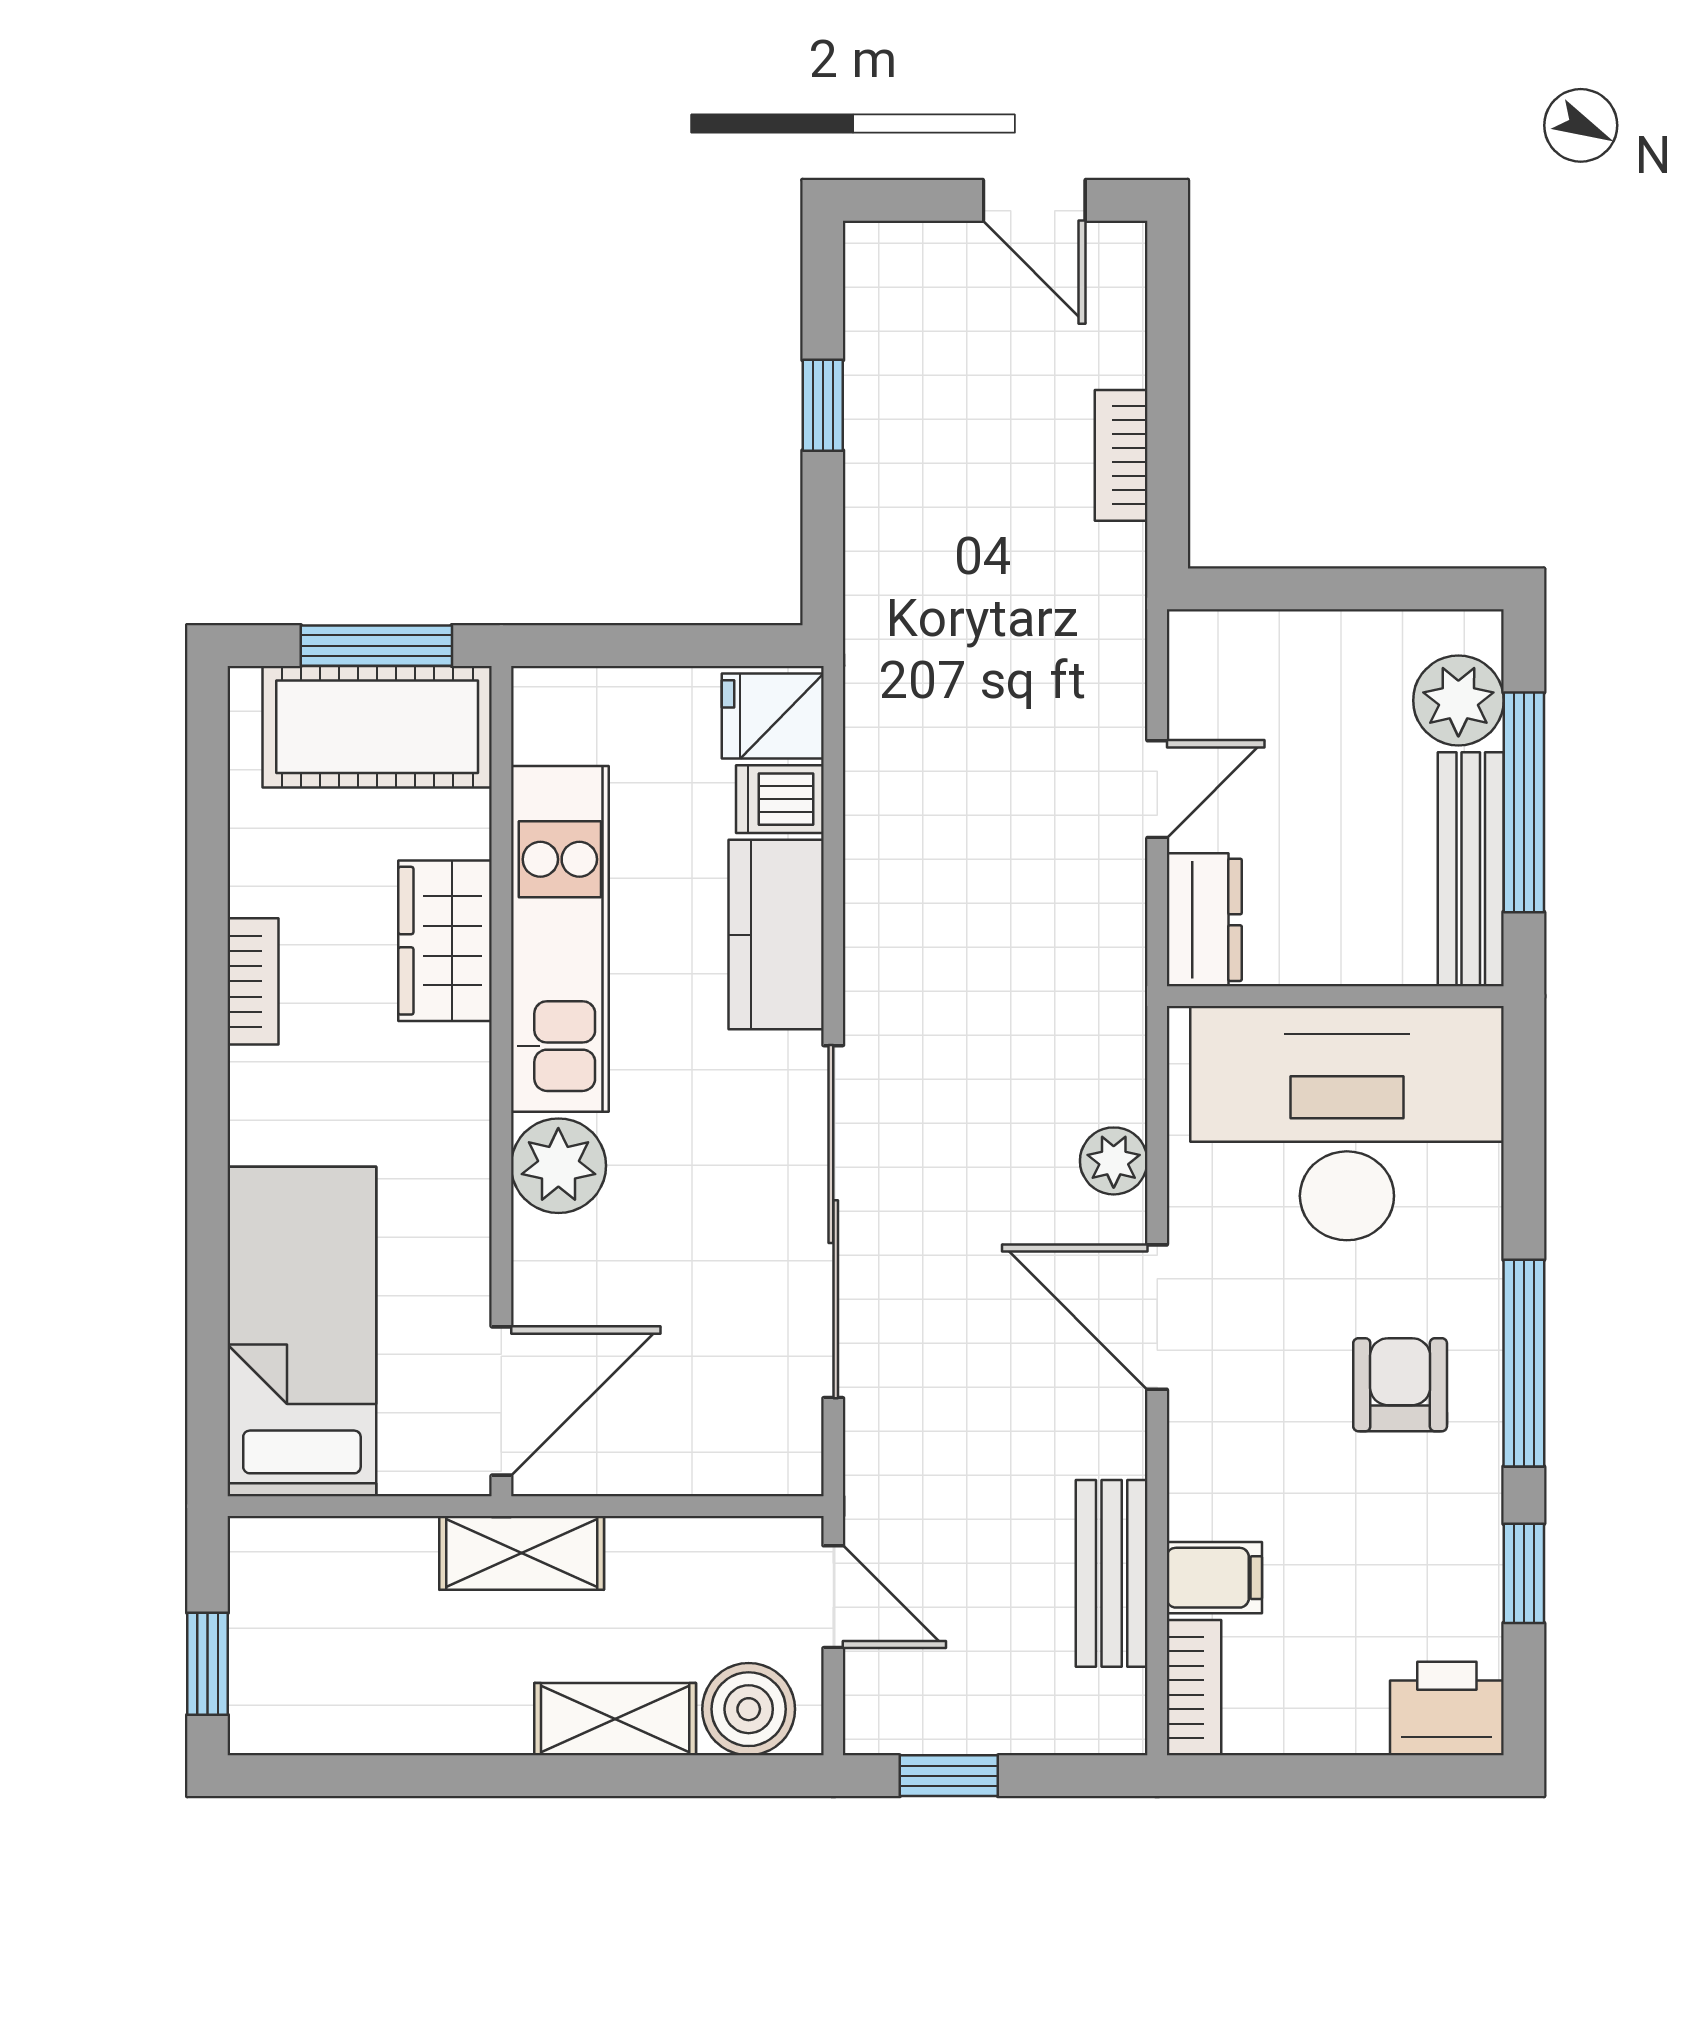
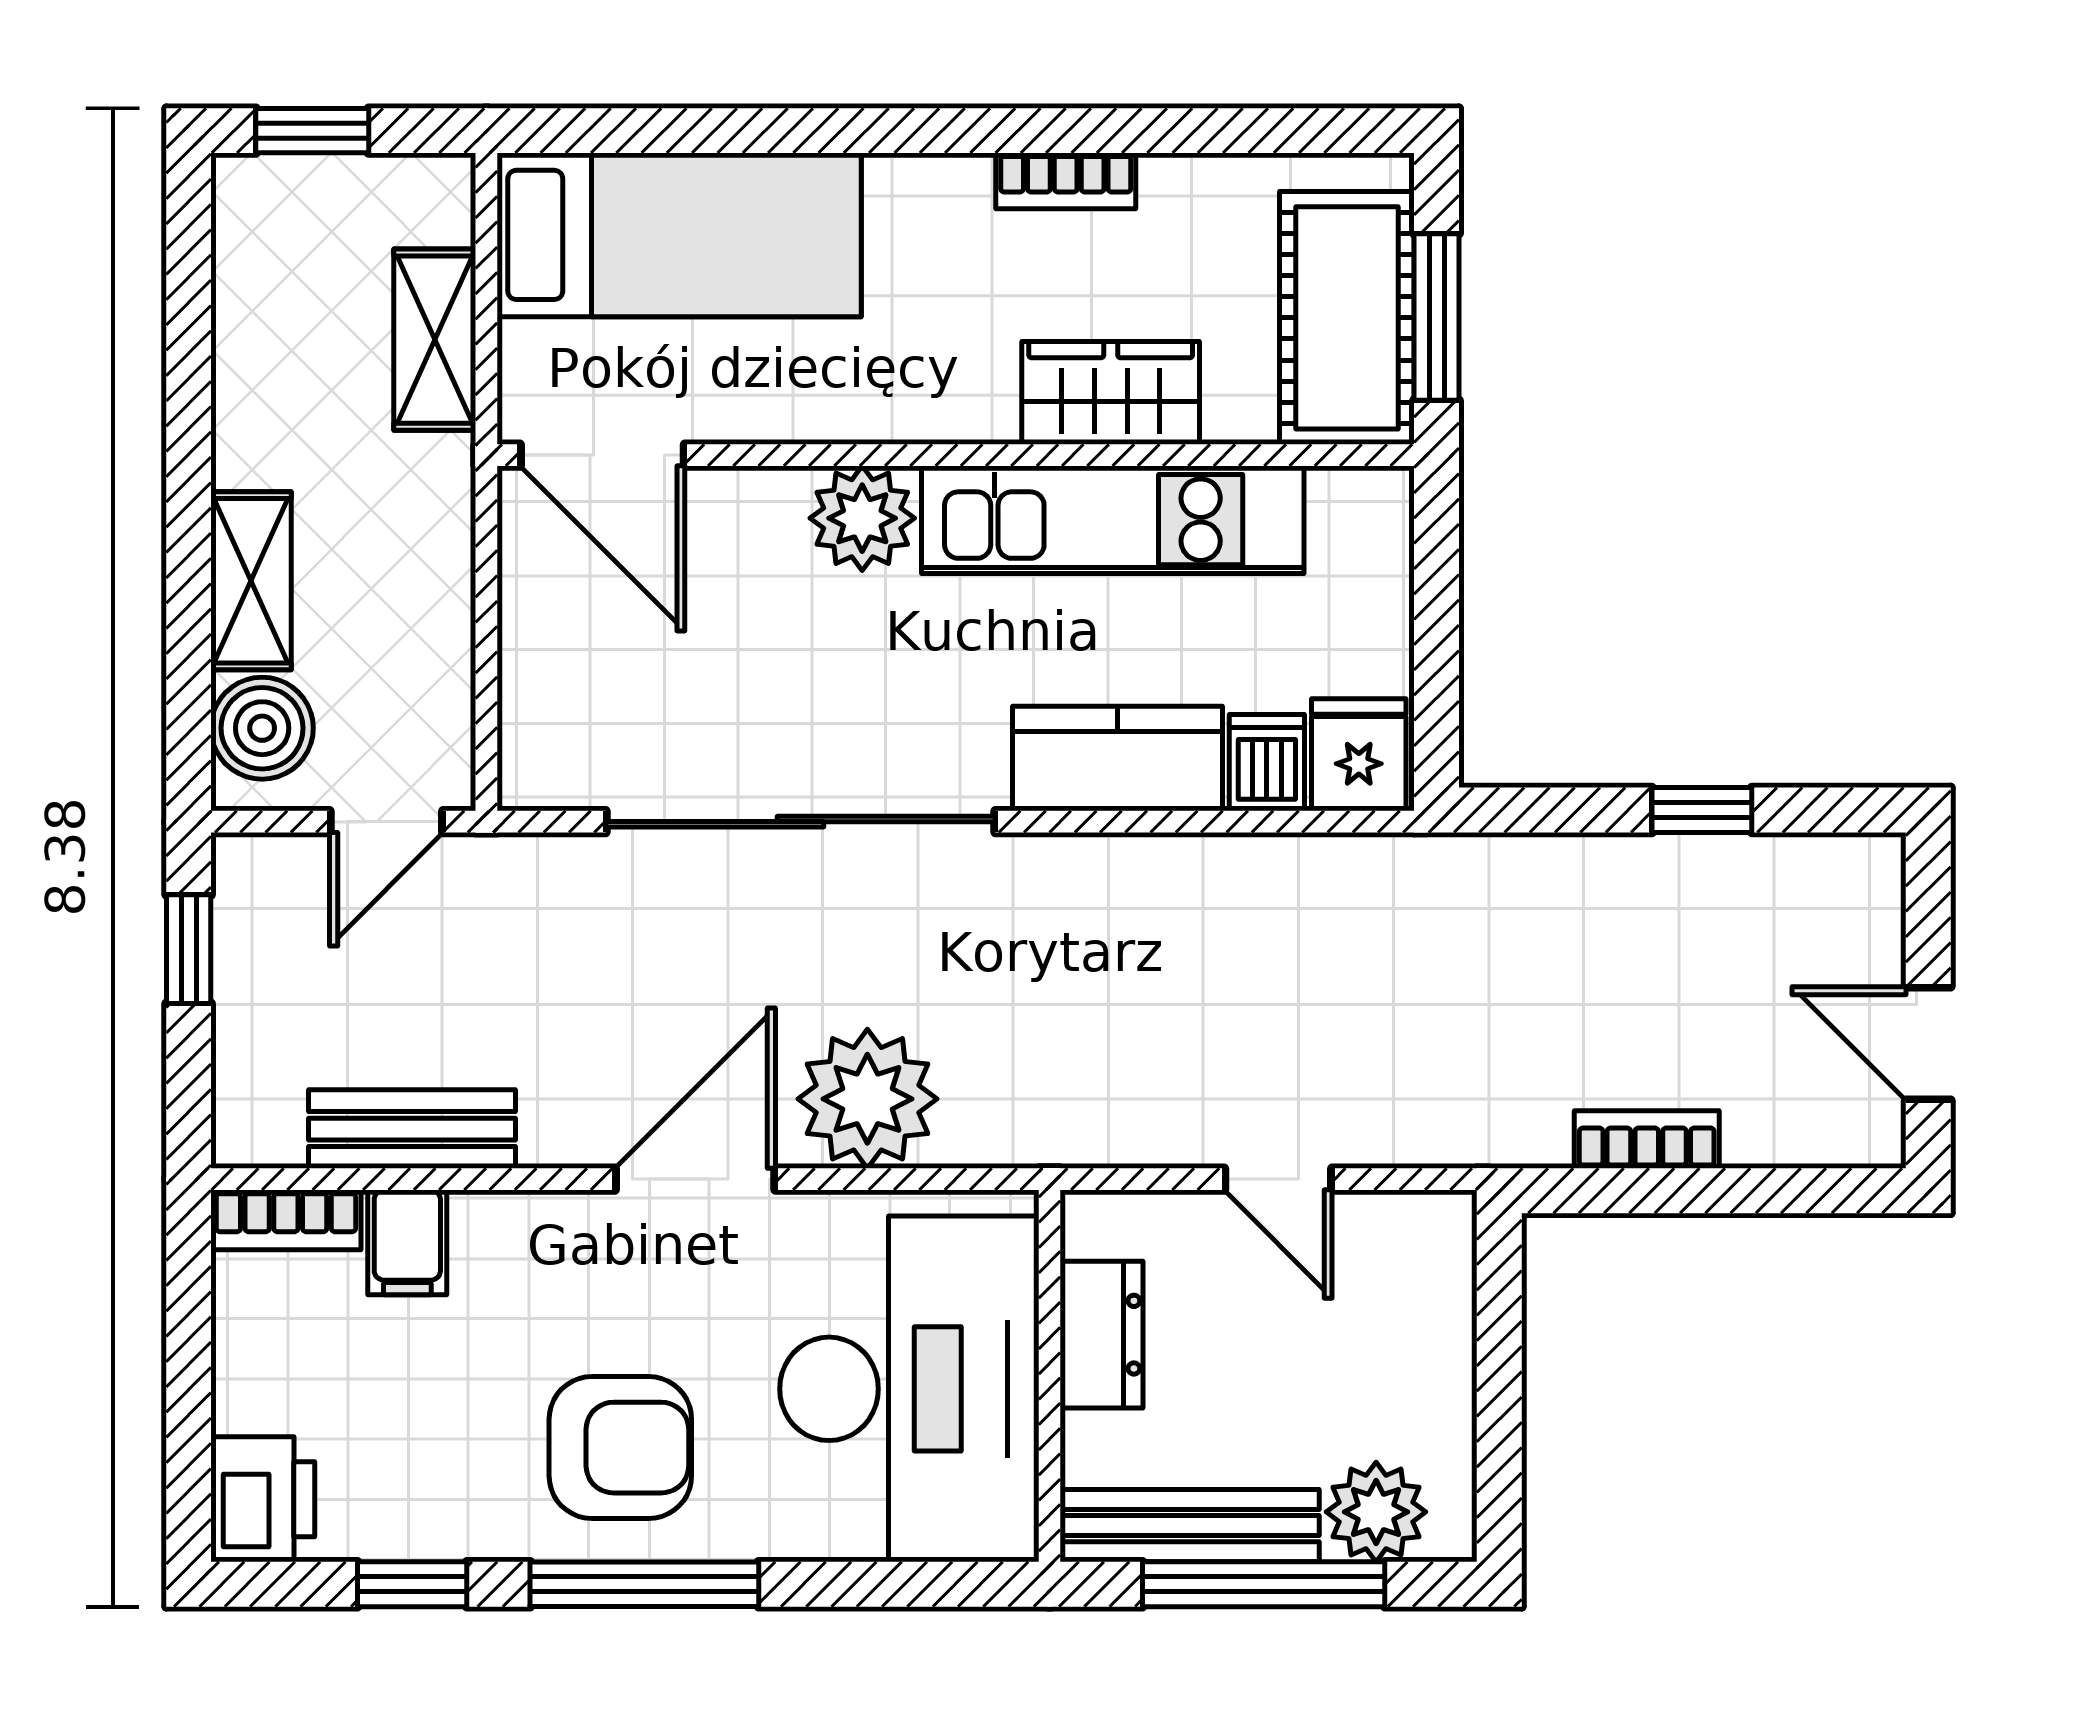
door: (1034, 200) -> (1928, 1044), hinge flipped
dresser: (1204, 920) -> (1102, 1335), moved, turned -90
plant: (1114, 1161) -> (867, 1099), width x1.88, depth x1.88
armchair: (1400, 1385) -> (620, 1448), width x1.38, depth x1.38
shelving: (522, 1553) -> (435, 340), moved

